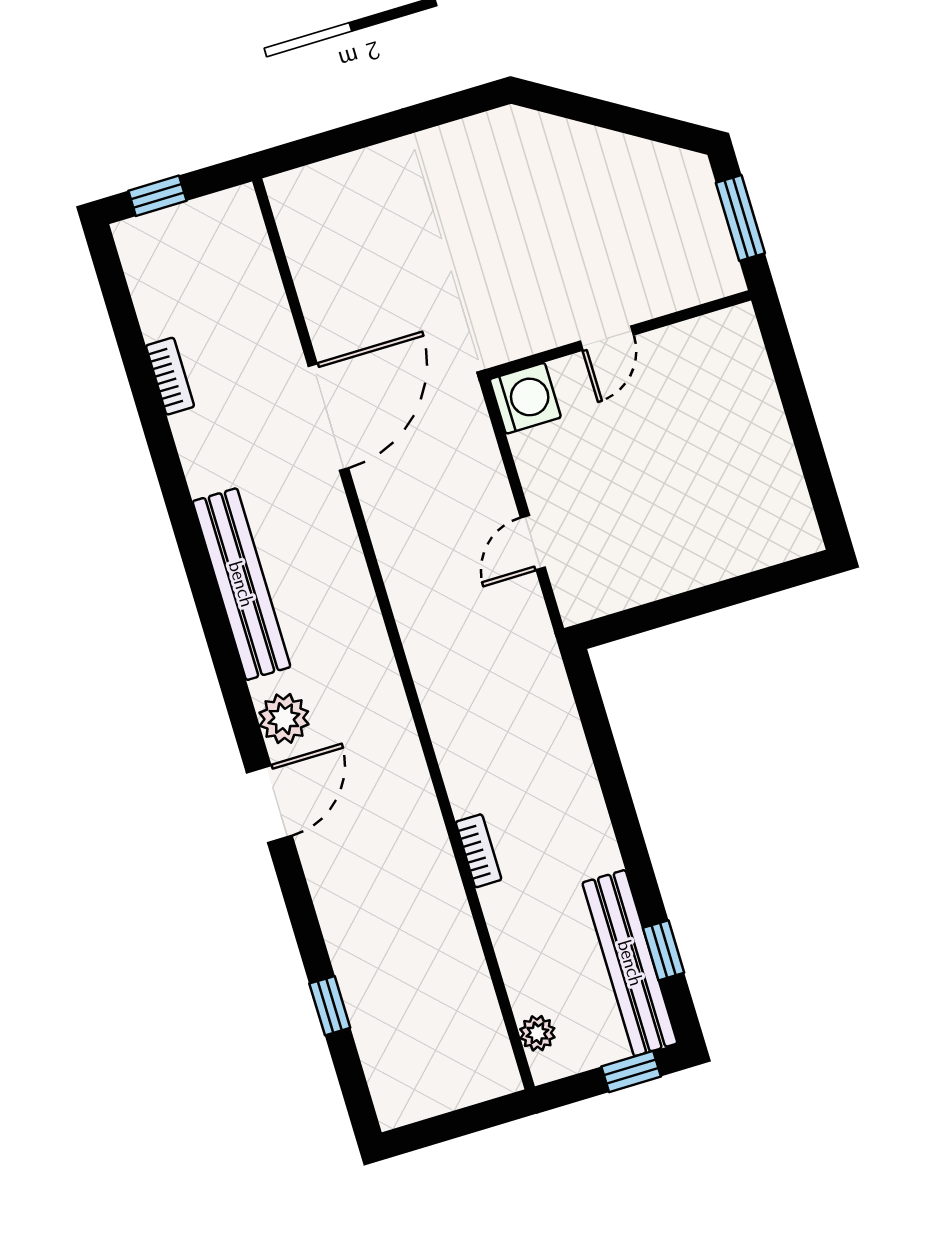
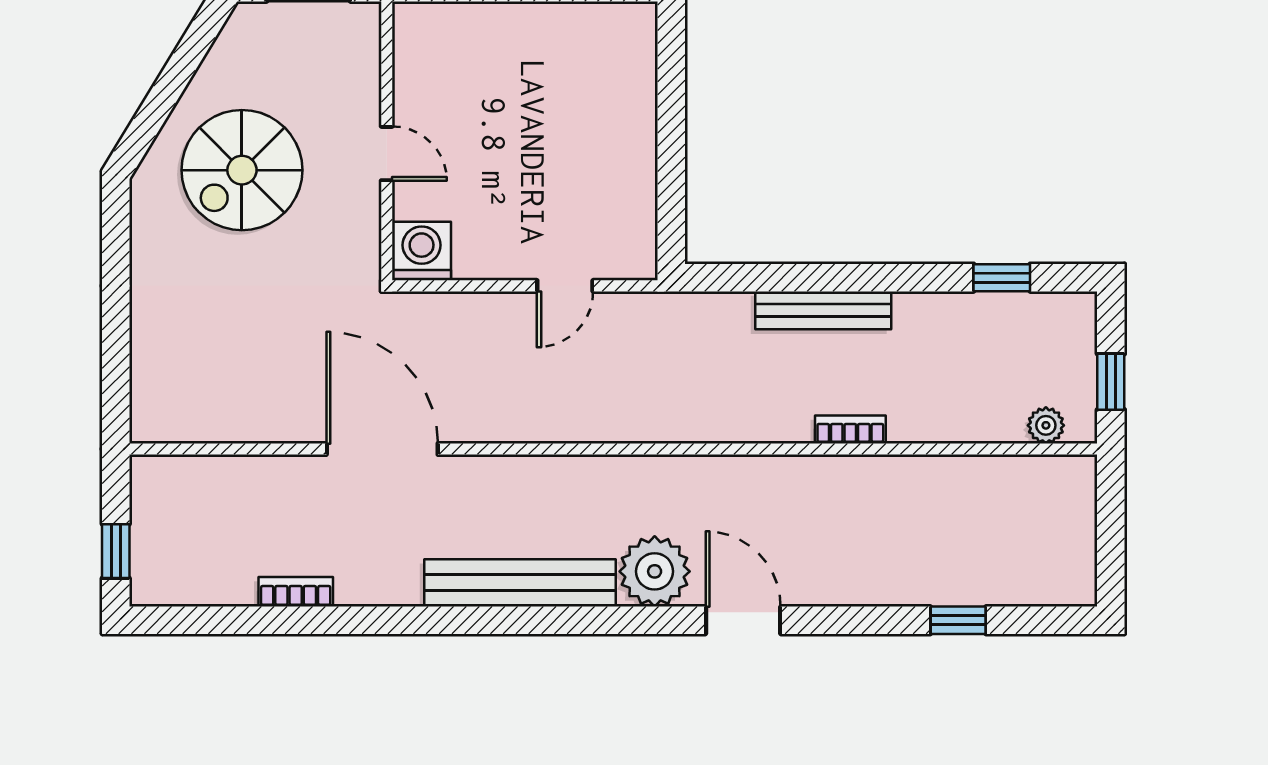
spiral stairs: (551, 207) -> (242, 170), added
door: (533, 543) -> (565, 286), hinge flipped
plant: (284, 719) -> (655, 571), width x1.36, depth x1.36
bench: (630, 963) -> (823, 310), moved, width x0.73, depth x0.82
window: (631, 1071) -> (1111, 382), moved

